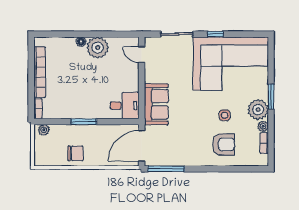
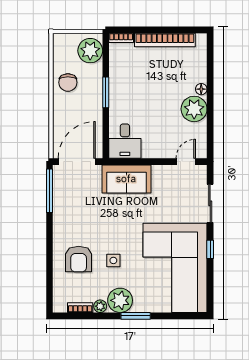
plant: (44, 130) -> (90, 51), width x1.87, depth x1.87
door: (142, 146) -> (77, 162), hinge flipped

